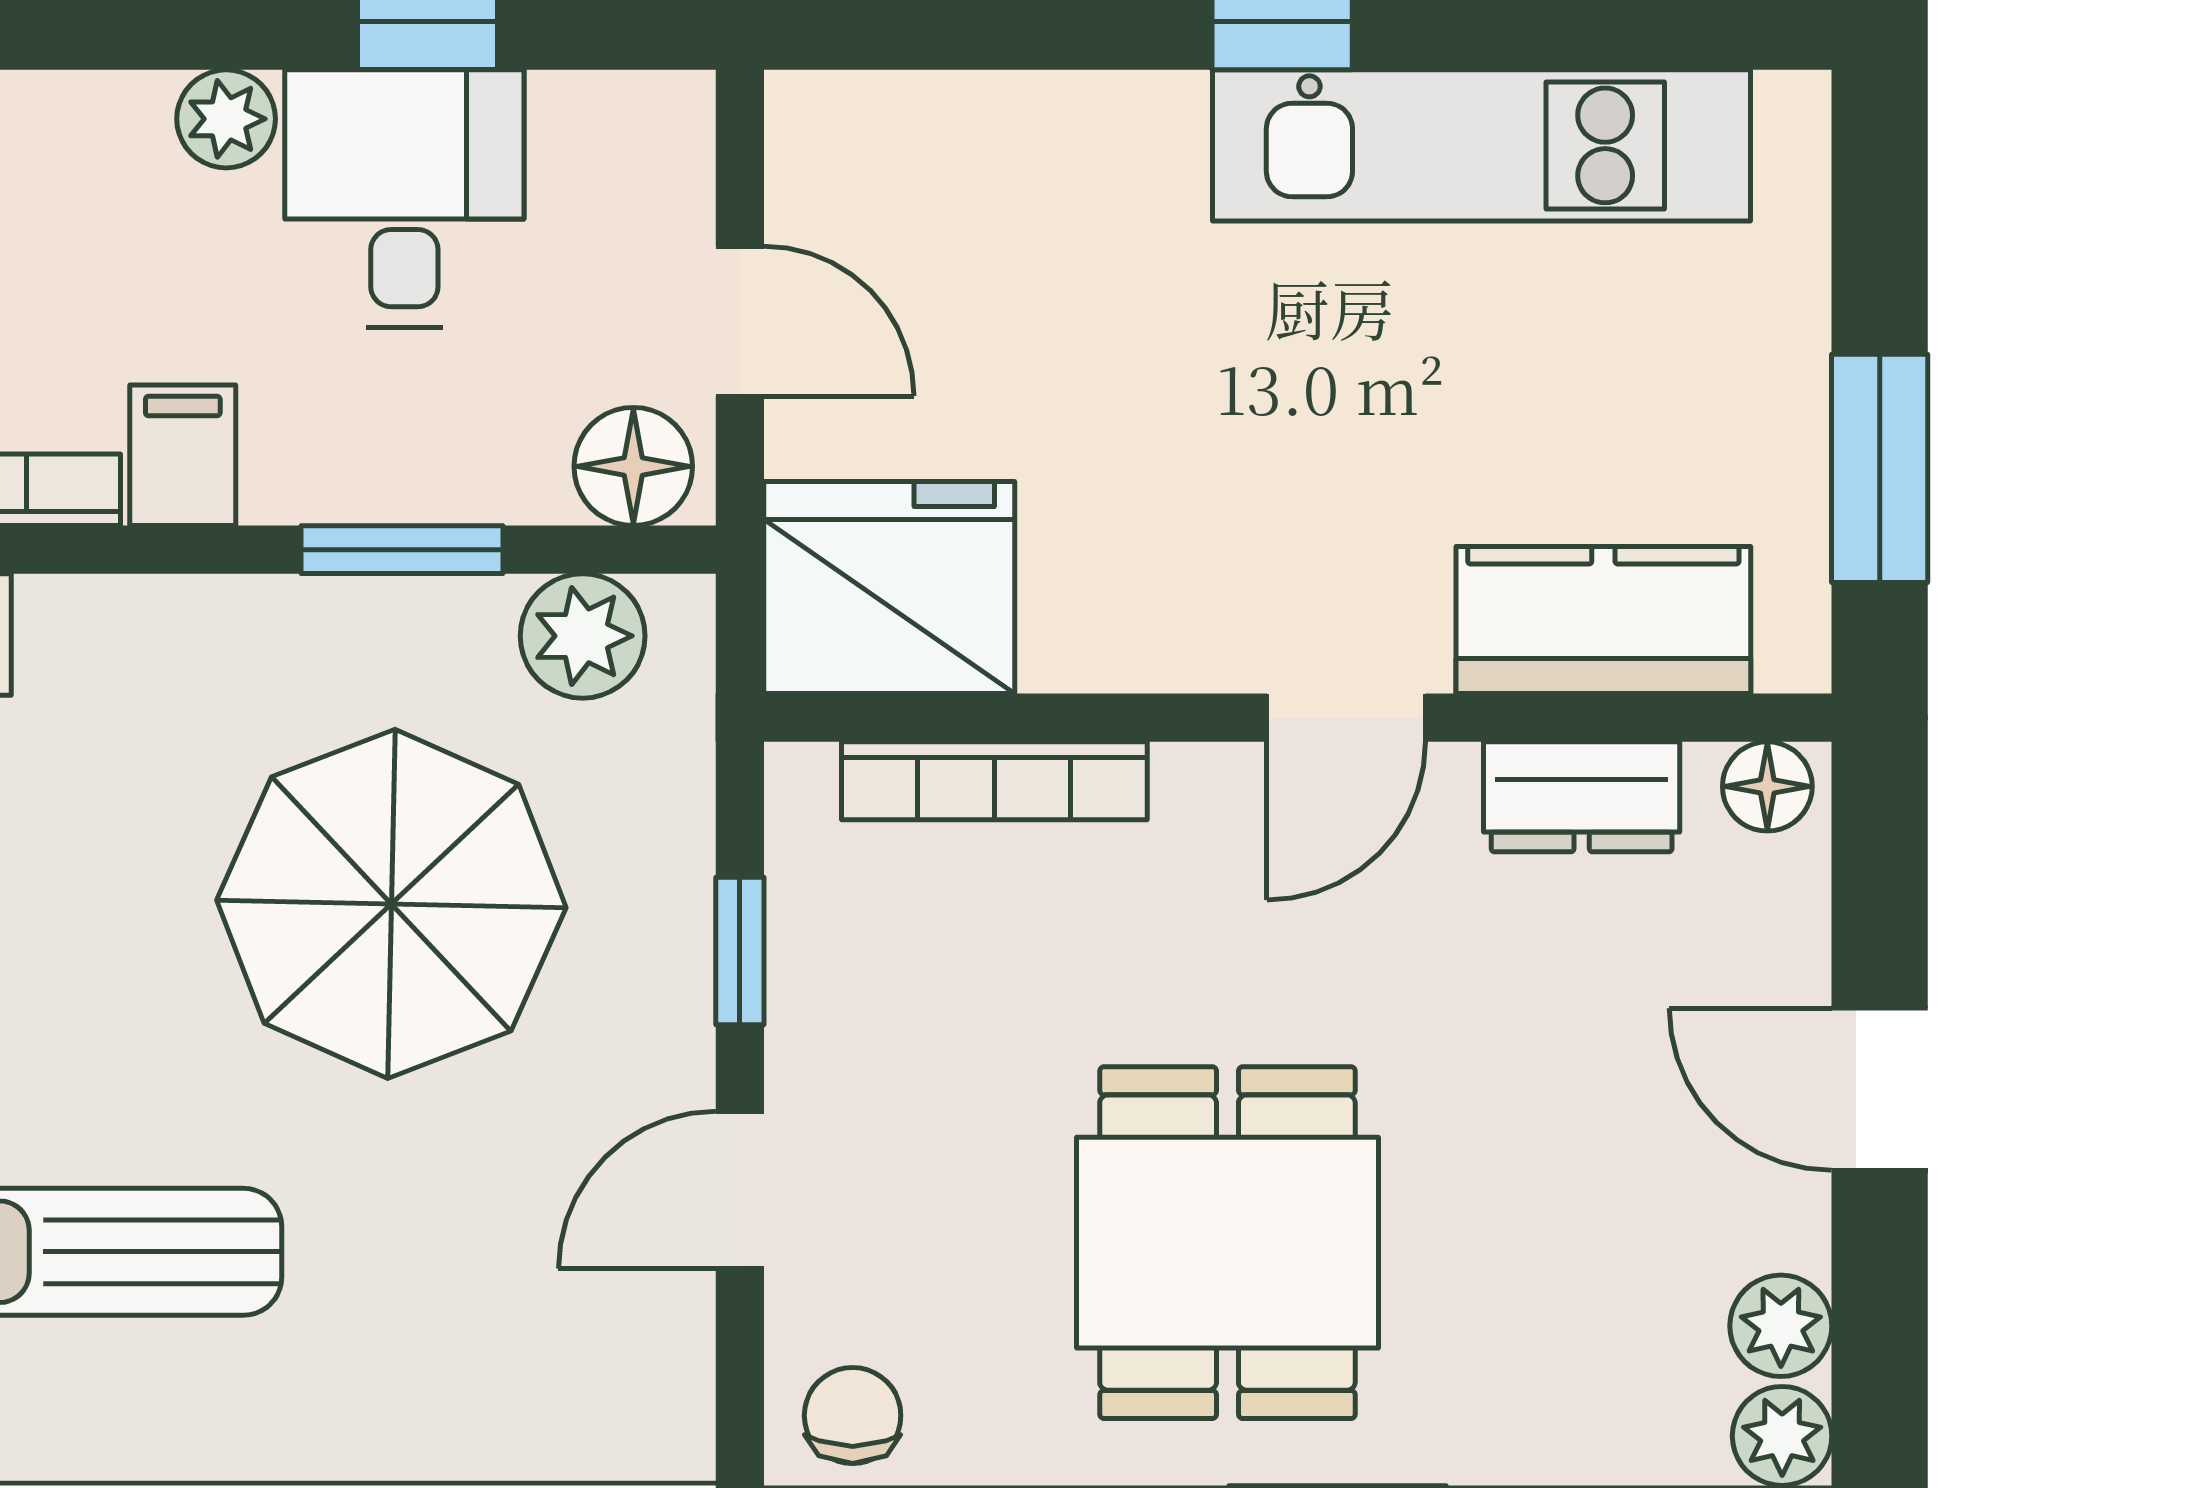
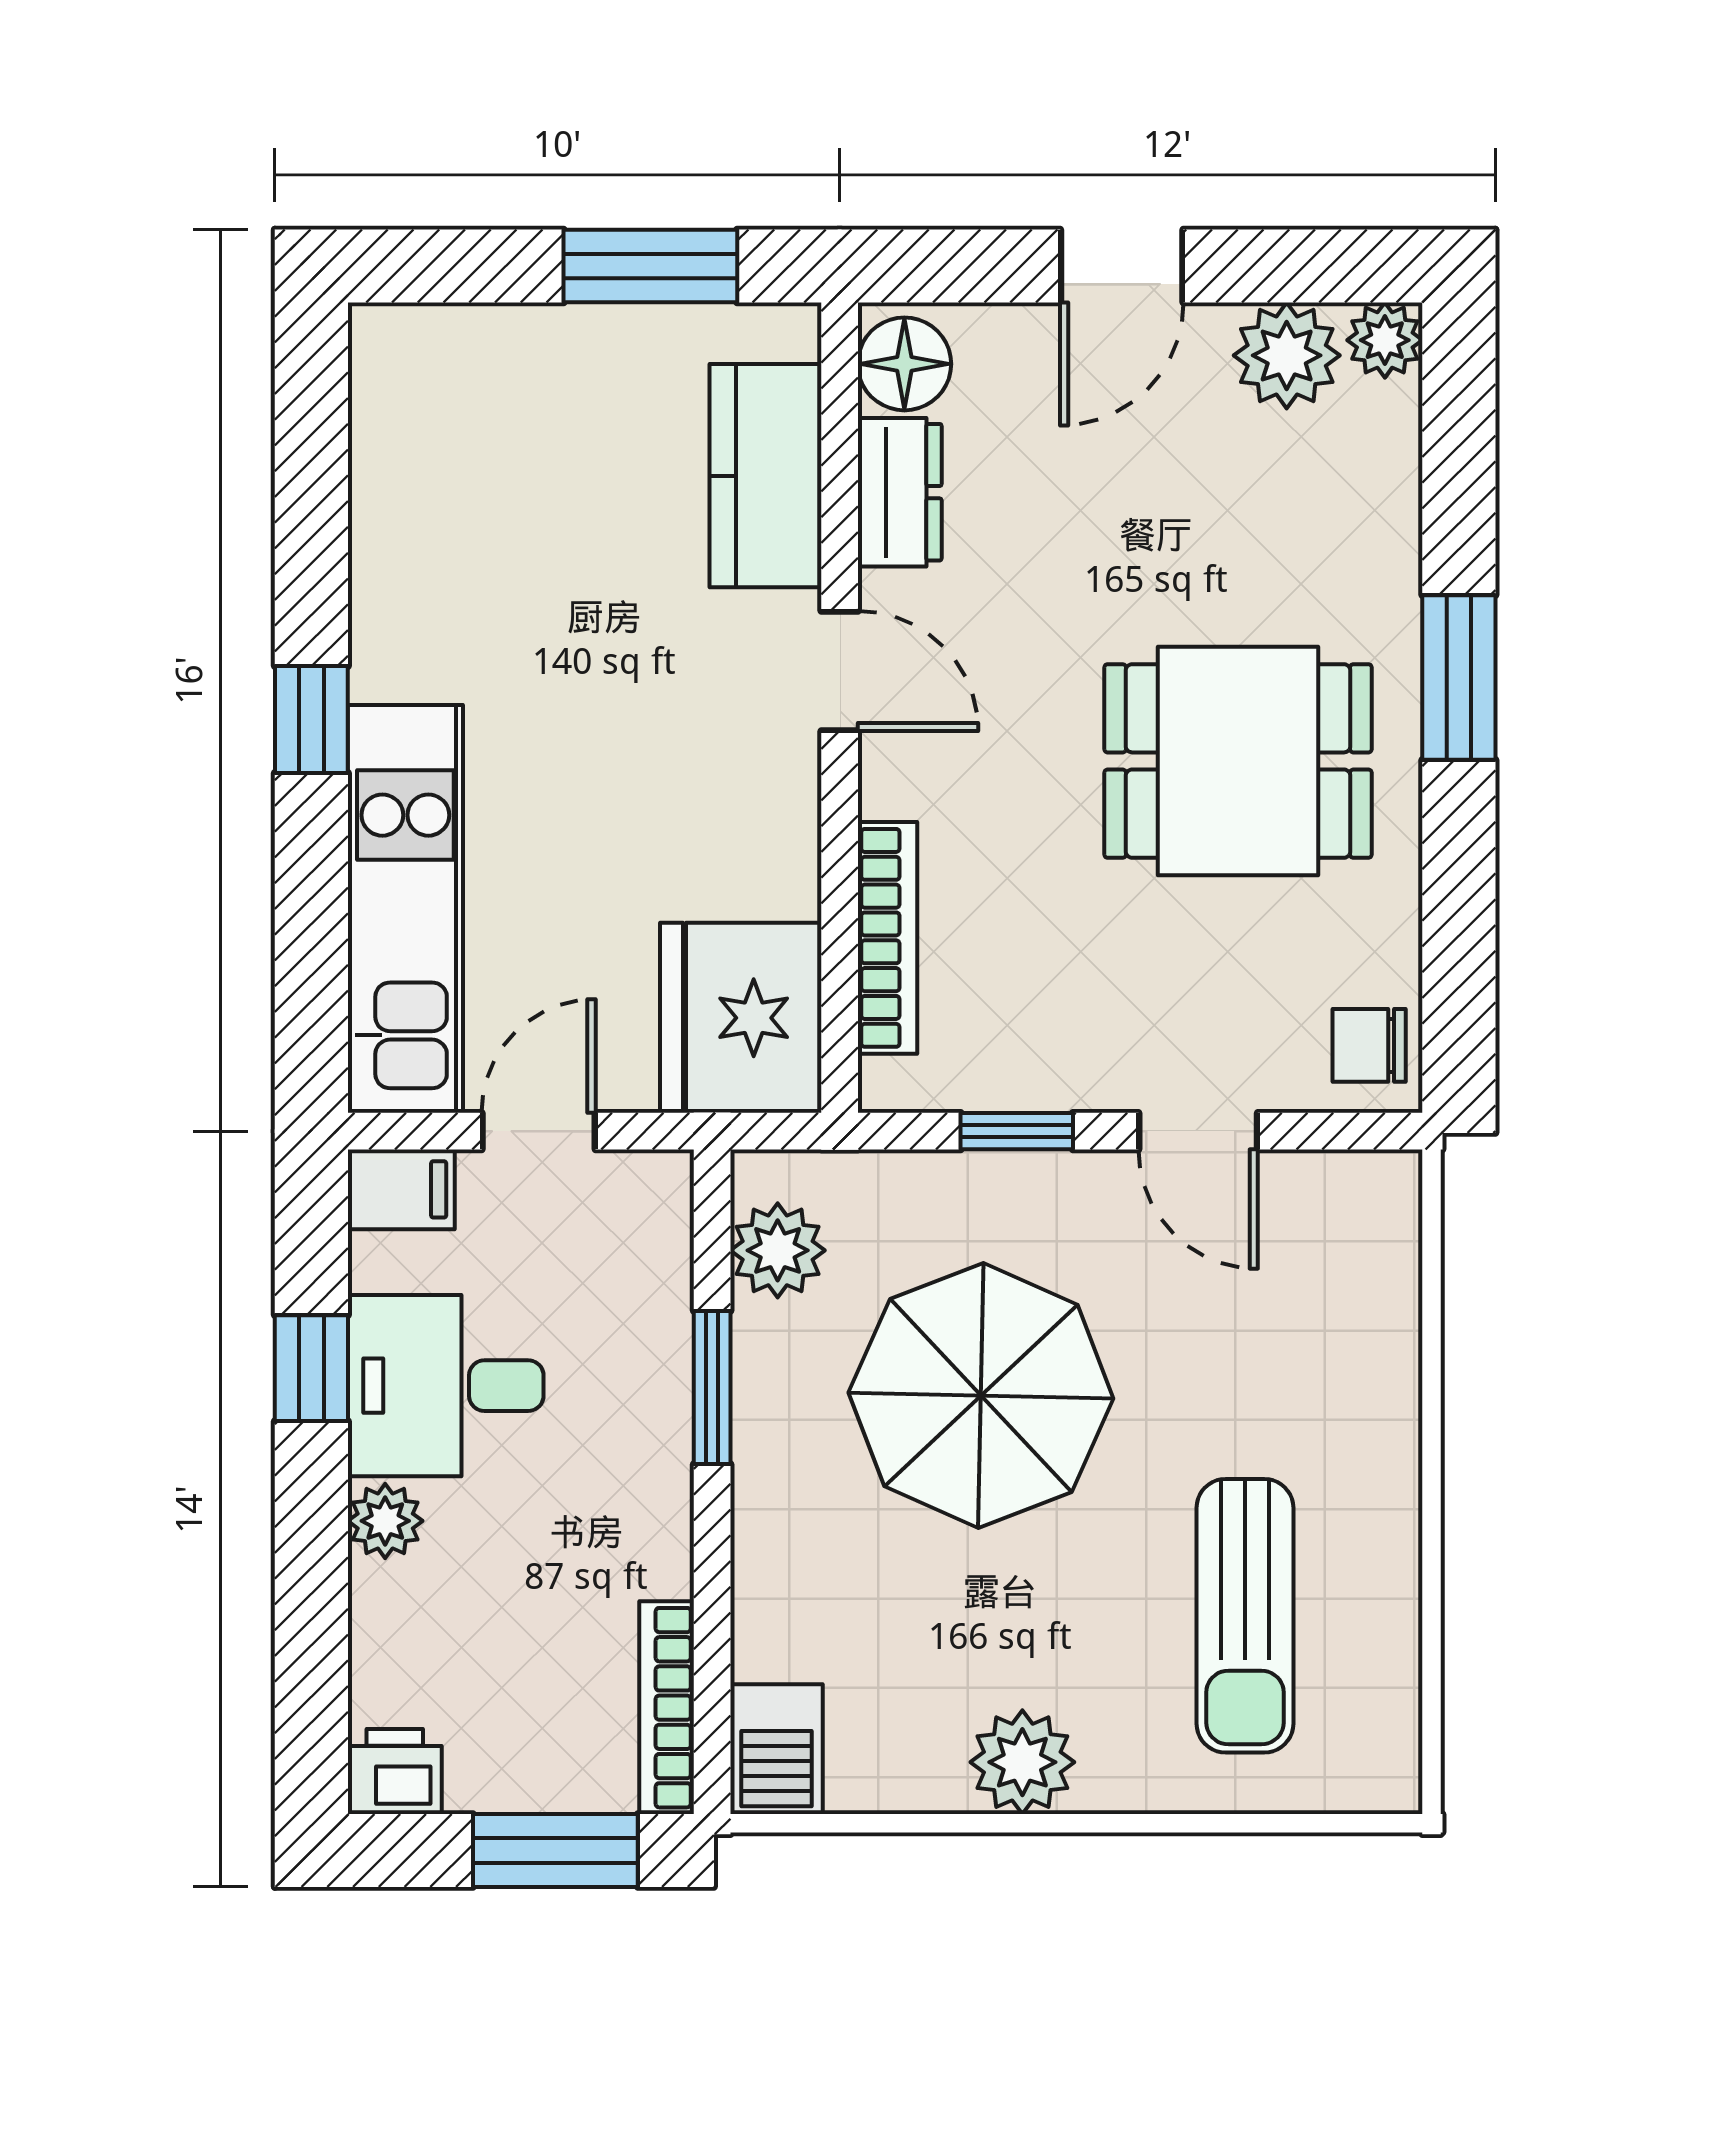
kitchen unit: (1481, 145) -> (405, 909), moved
filing cabinet: (183, 455) -> (401, 1189), moved, turned 180
floor lamp: (633, 466) -> (649, 1212), removed
floor lamp: (1767, 786) -> (904, 364), width x1.37, depth x1.37
plant: (1781, 1326) -> (1287, 355), width x1.38, depth x1.38

